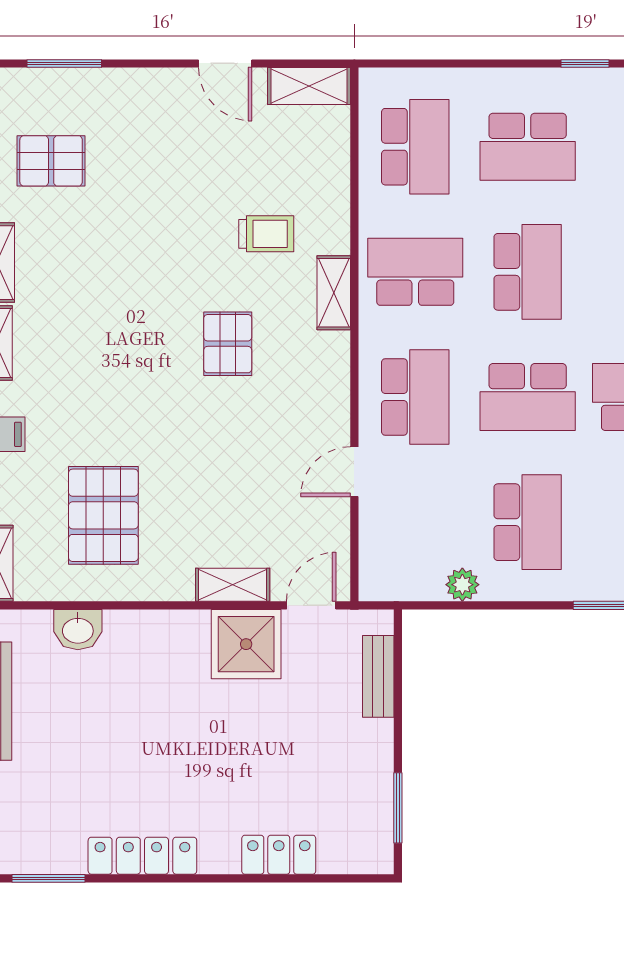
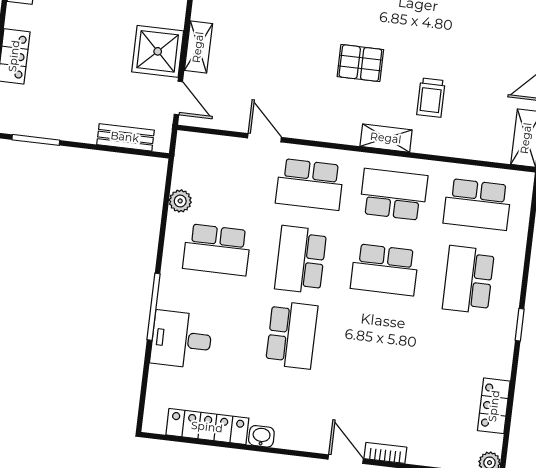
school desk: (415, 272) -> (394, 194), turned -90

